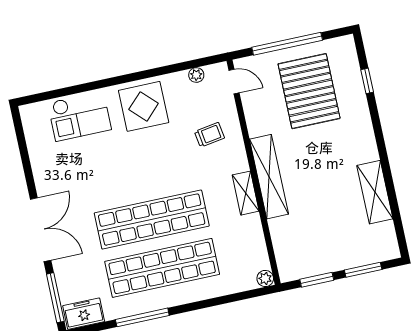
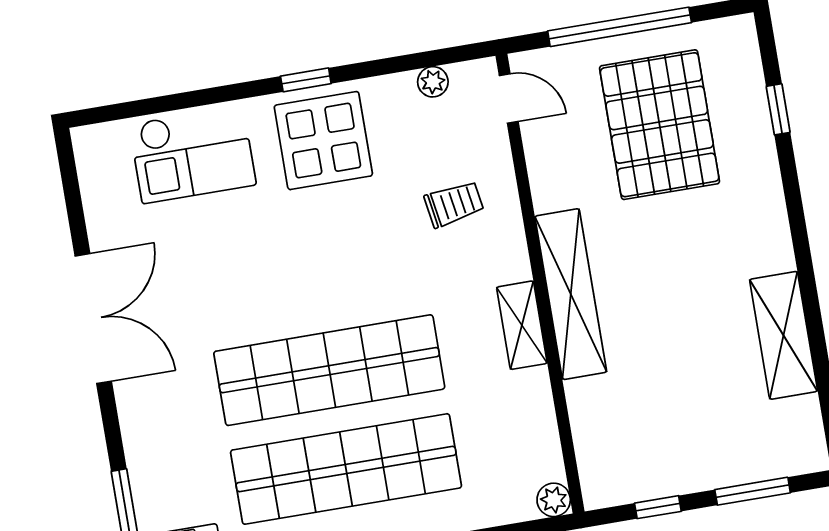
window: (134, 77) -> (306, 80), added
double door: (41, 230) -> (93, 319), moved
window: (317, 280) -> (658, 507), width x0.67

